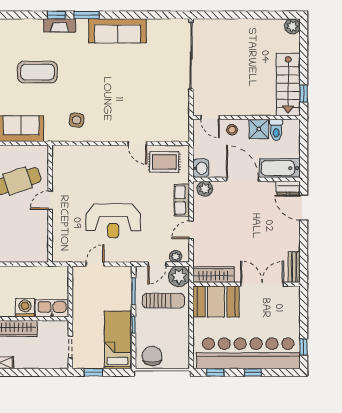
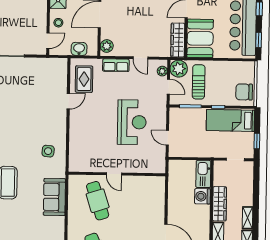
washbasin: (201, 168) -> (79, 49), moved

